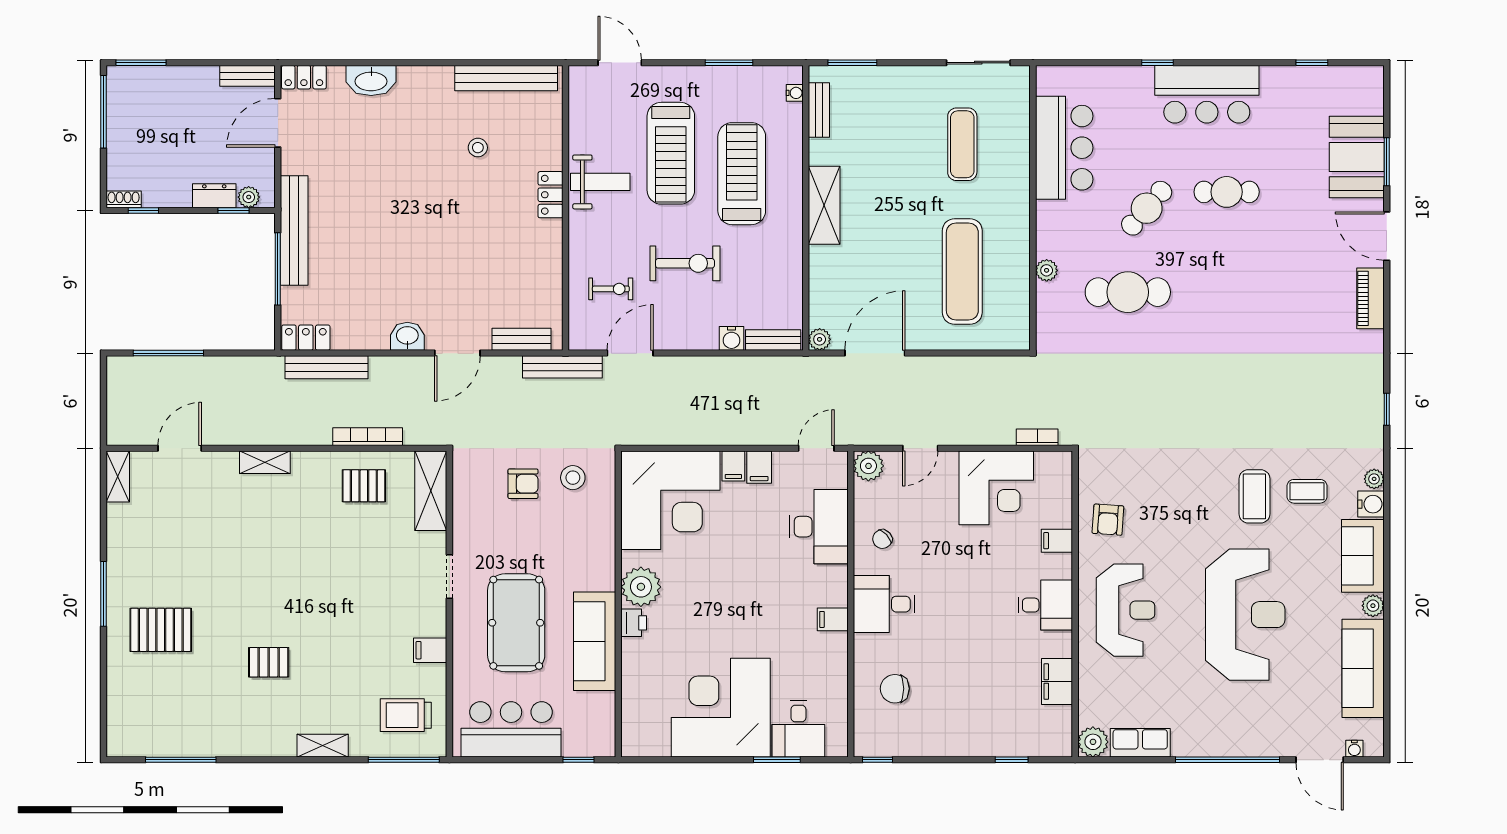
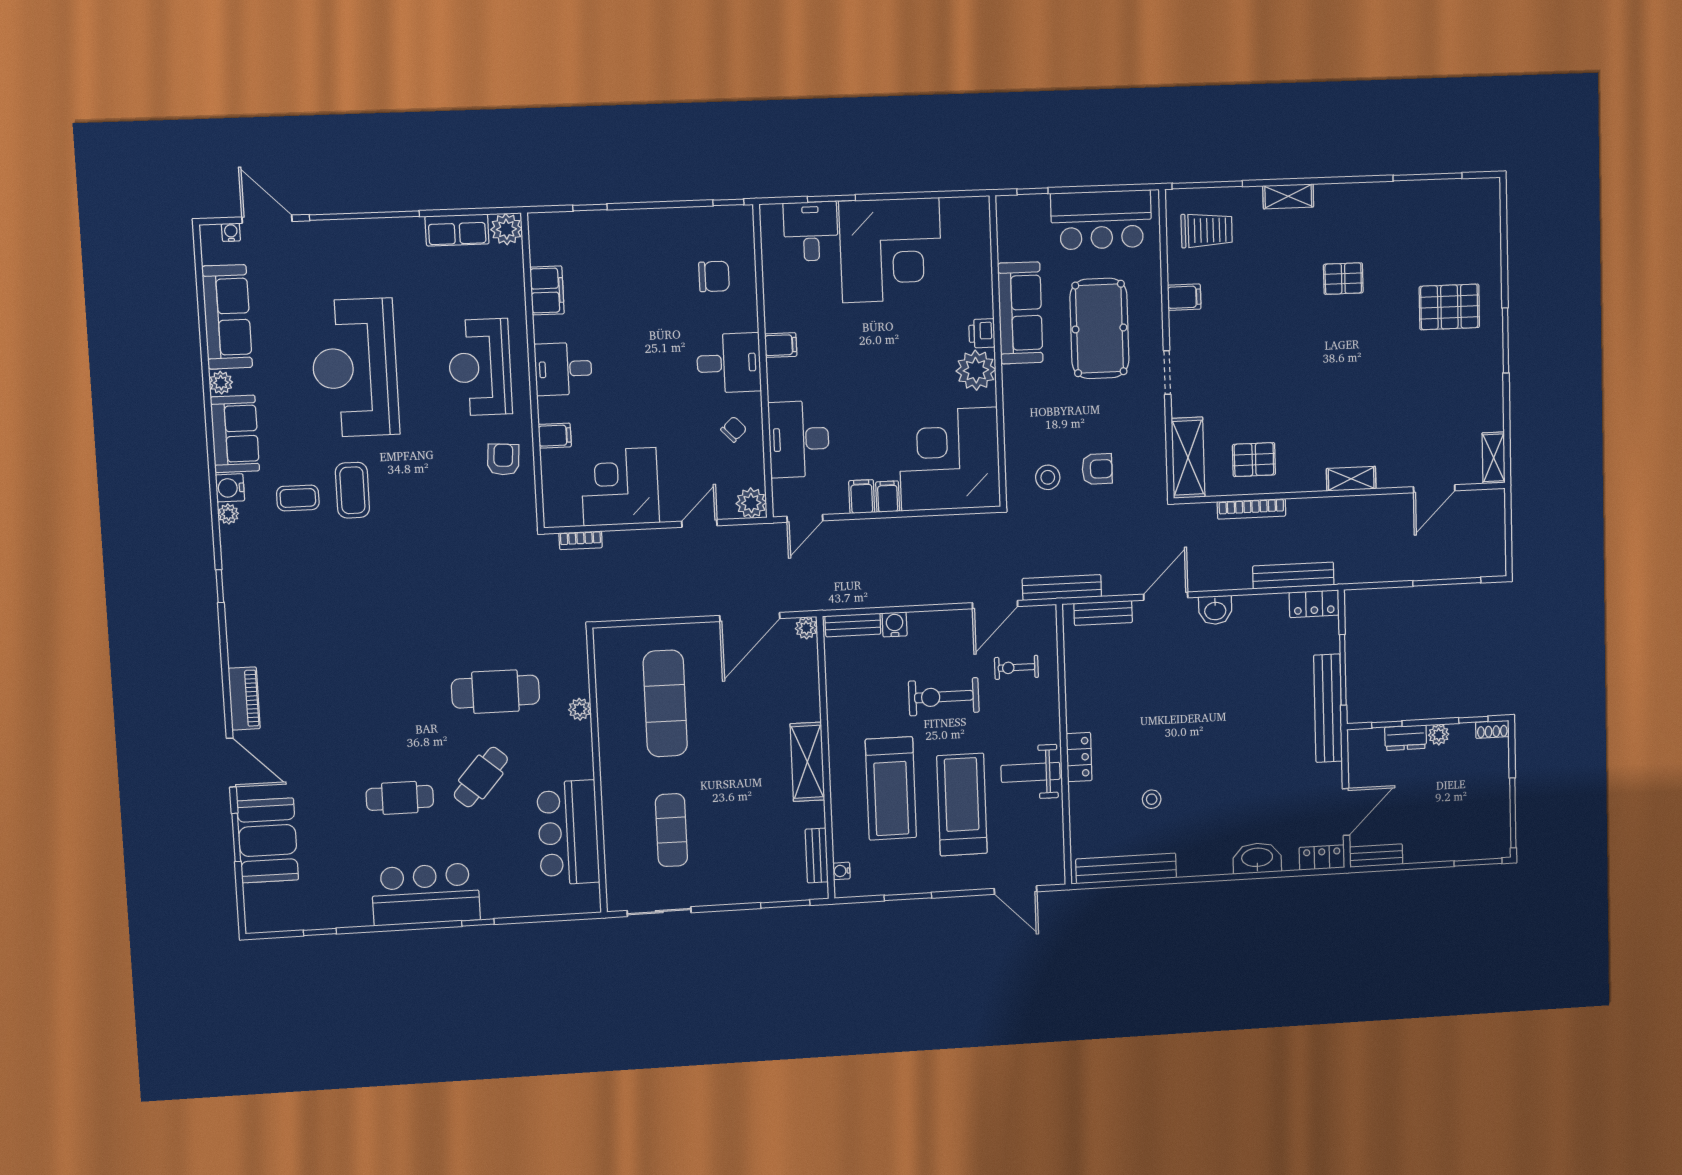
plant: (249, 197) -> (1439, 735), moved
armchair: (523, 484) -> (1097, 469), turned 180

